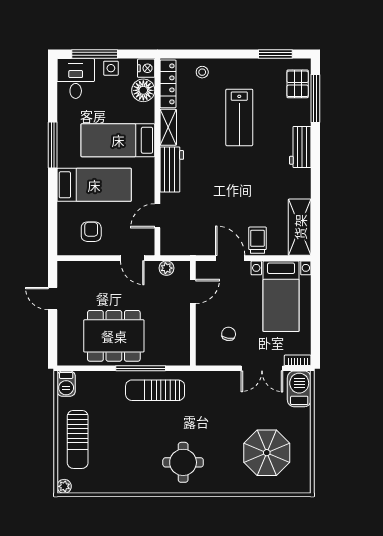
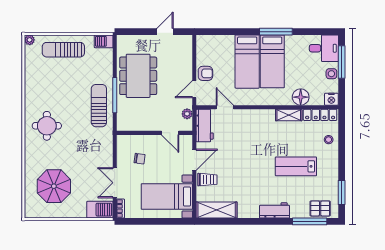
floor lamp: (143, 90) -> (301, 97), moved
bed: (118, 140) -> (272, 61), moved, turned 180
workbench: (172, 169) -> (205, 126), moved, turned -90
armchair: (91, 232) -> (205, 73), moved

